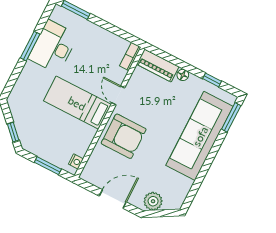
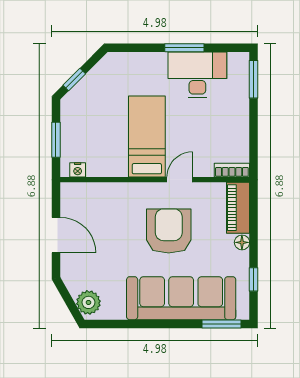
armchair: (124, 136) -> (169, 231), moved, turned 180
plant: (153, 201) -> (88, 302), moved

